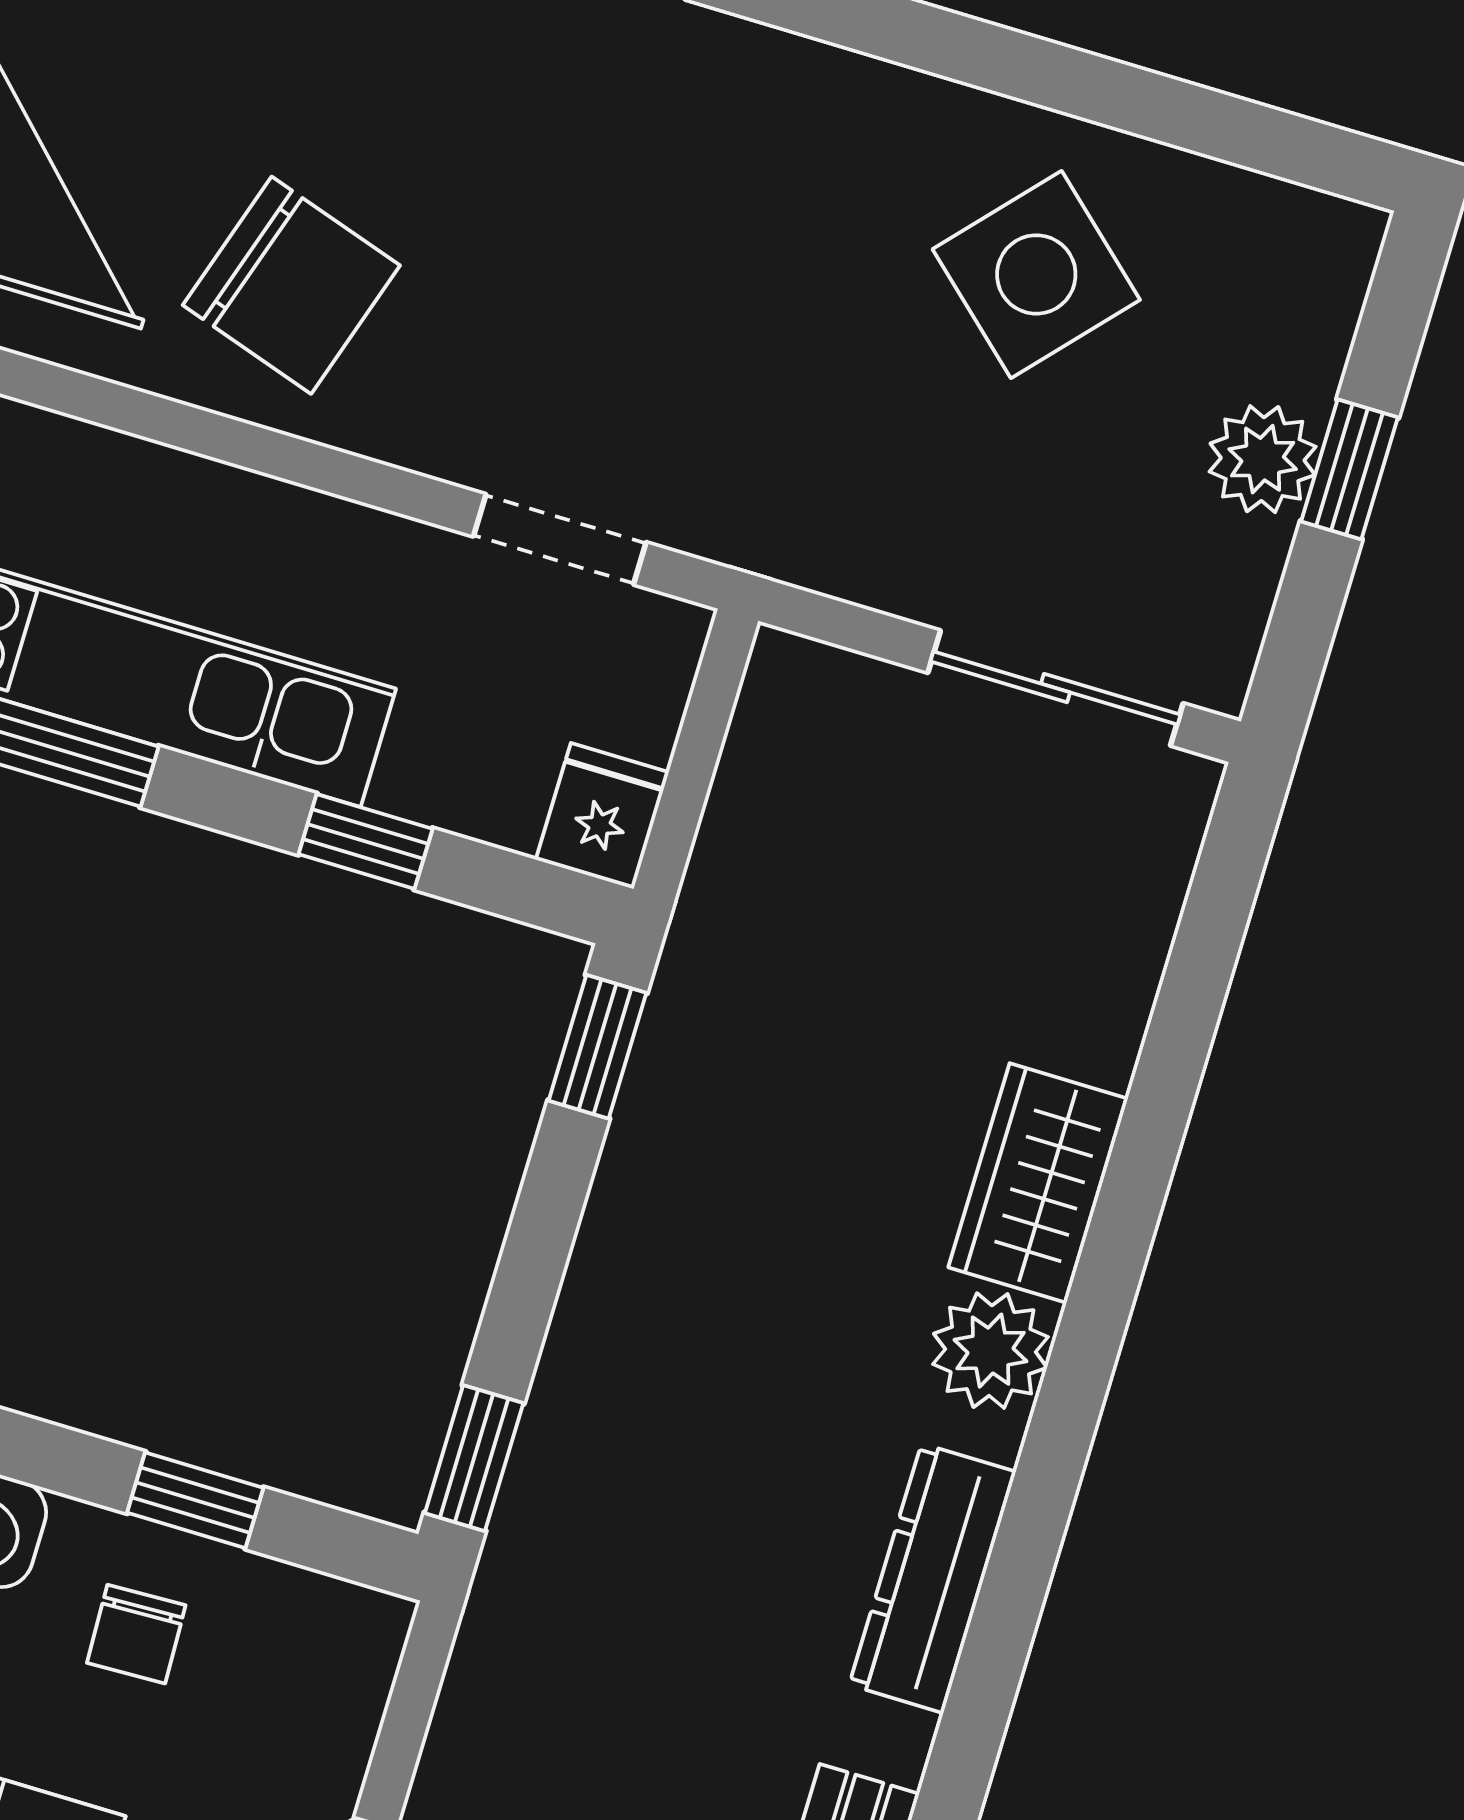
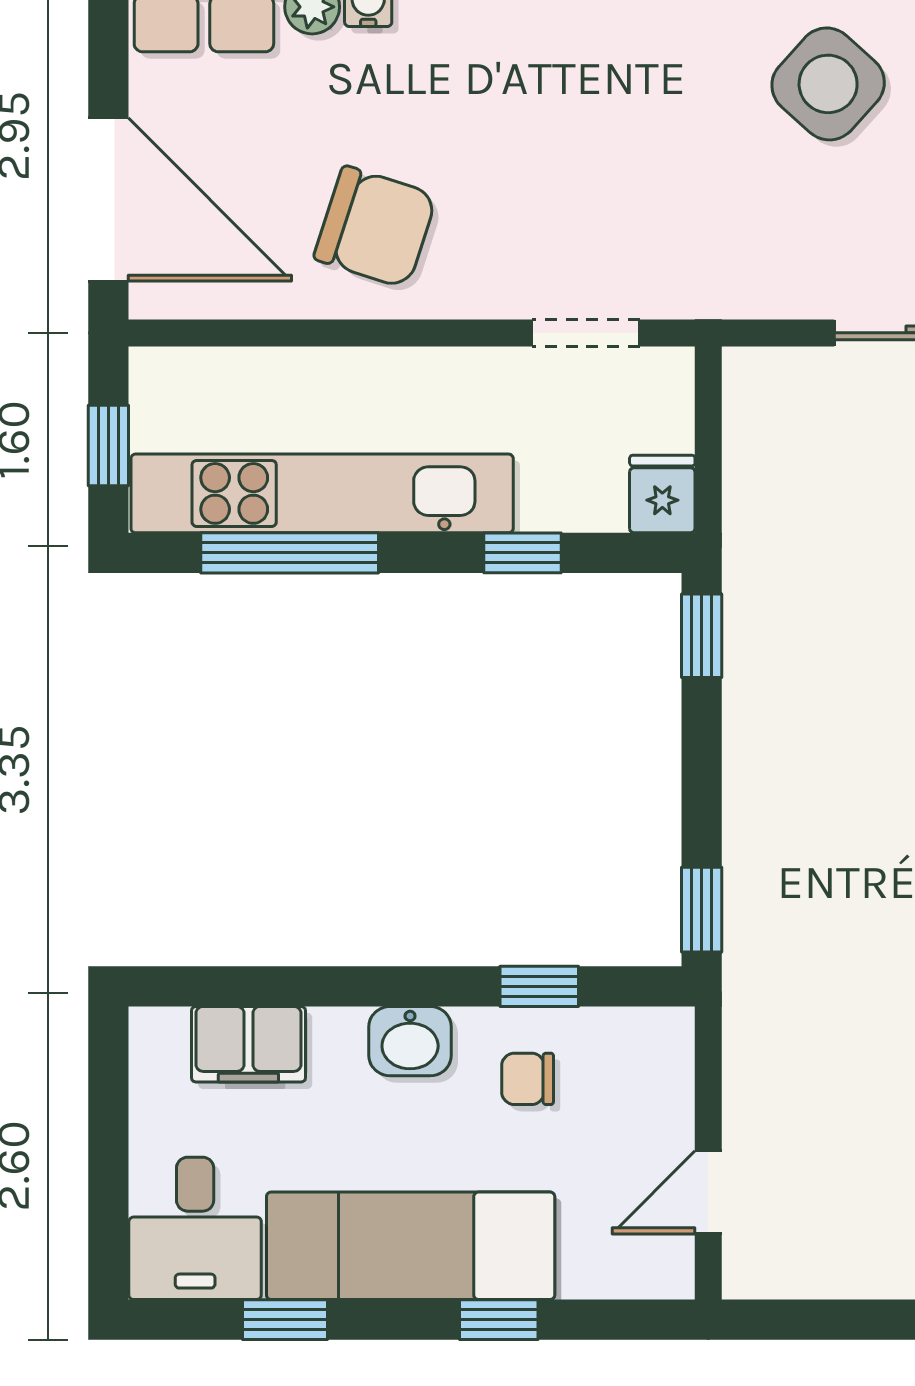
chair: (136, 1634) -> (528, 1079), turned 92

